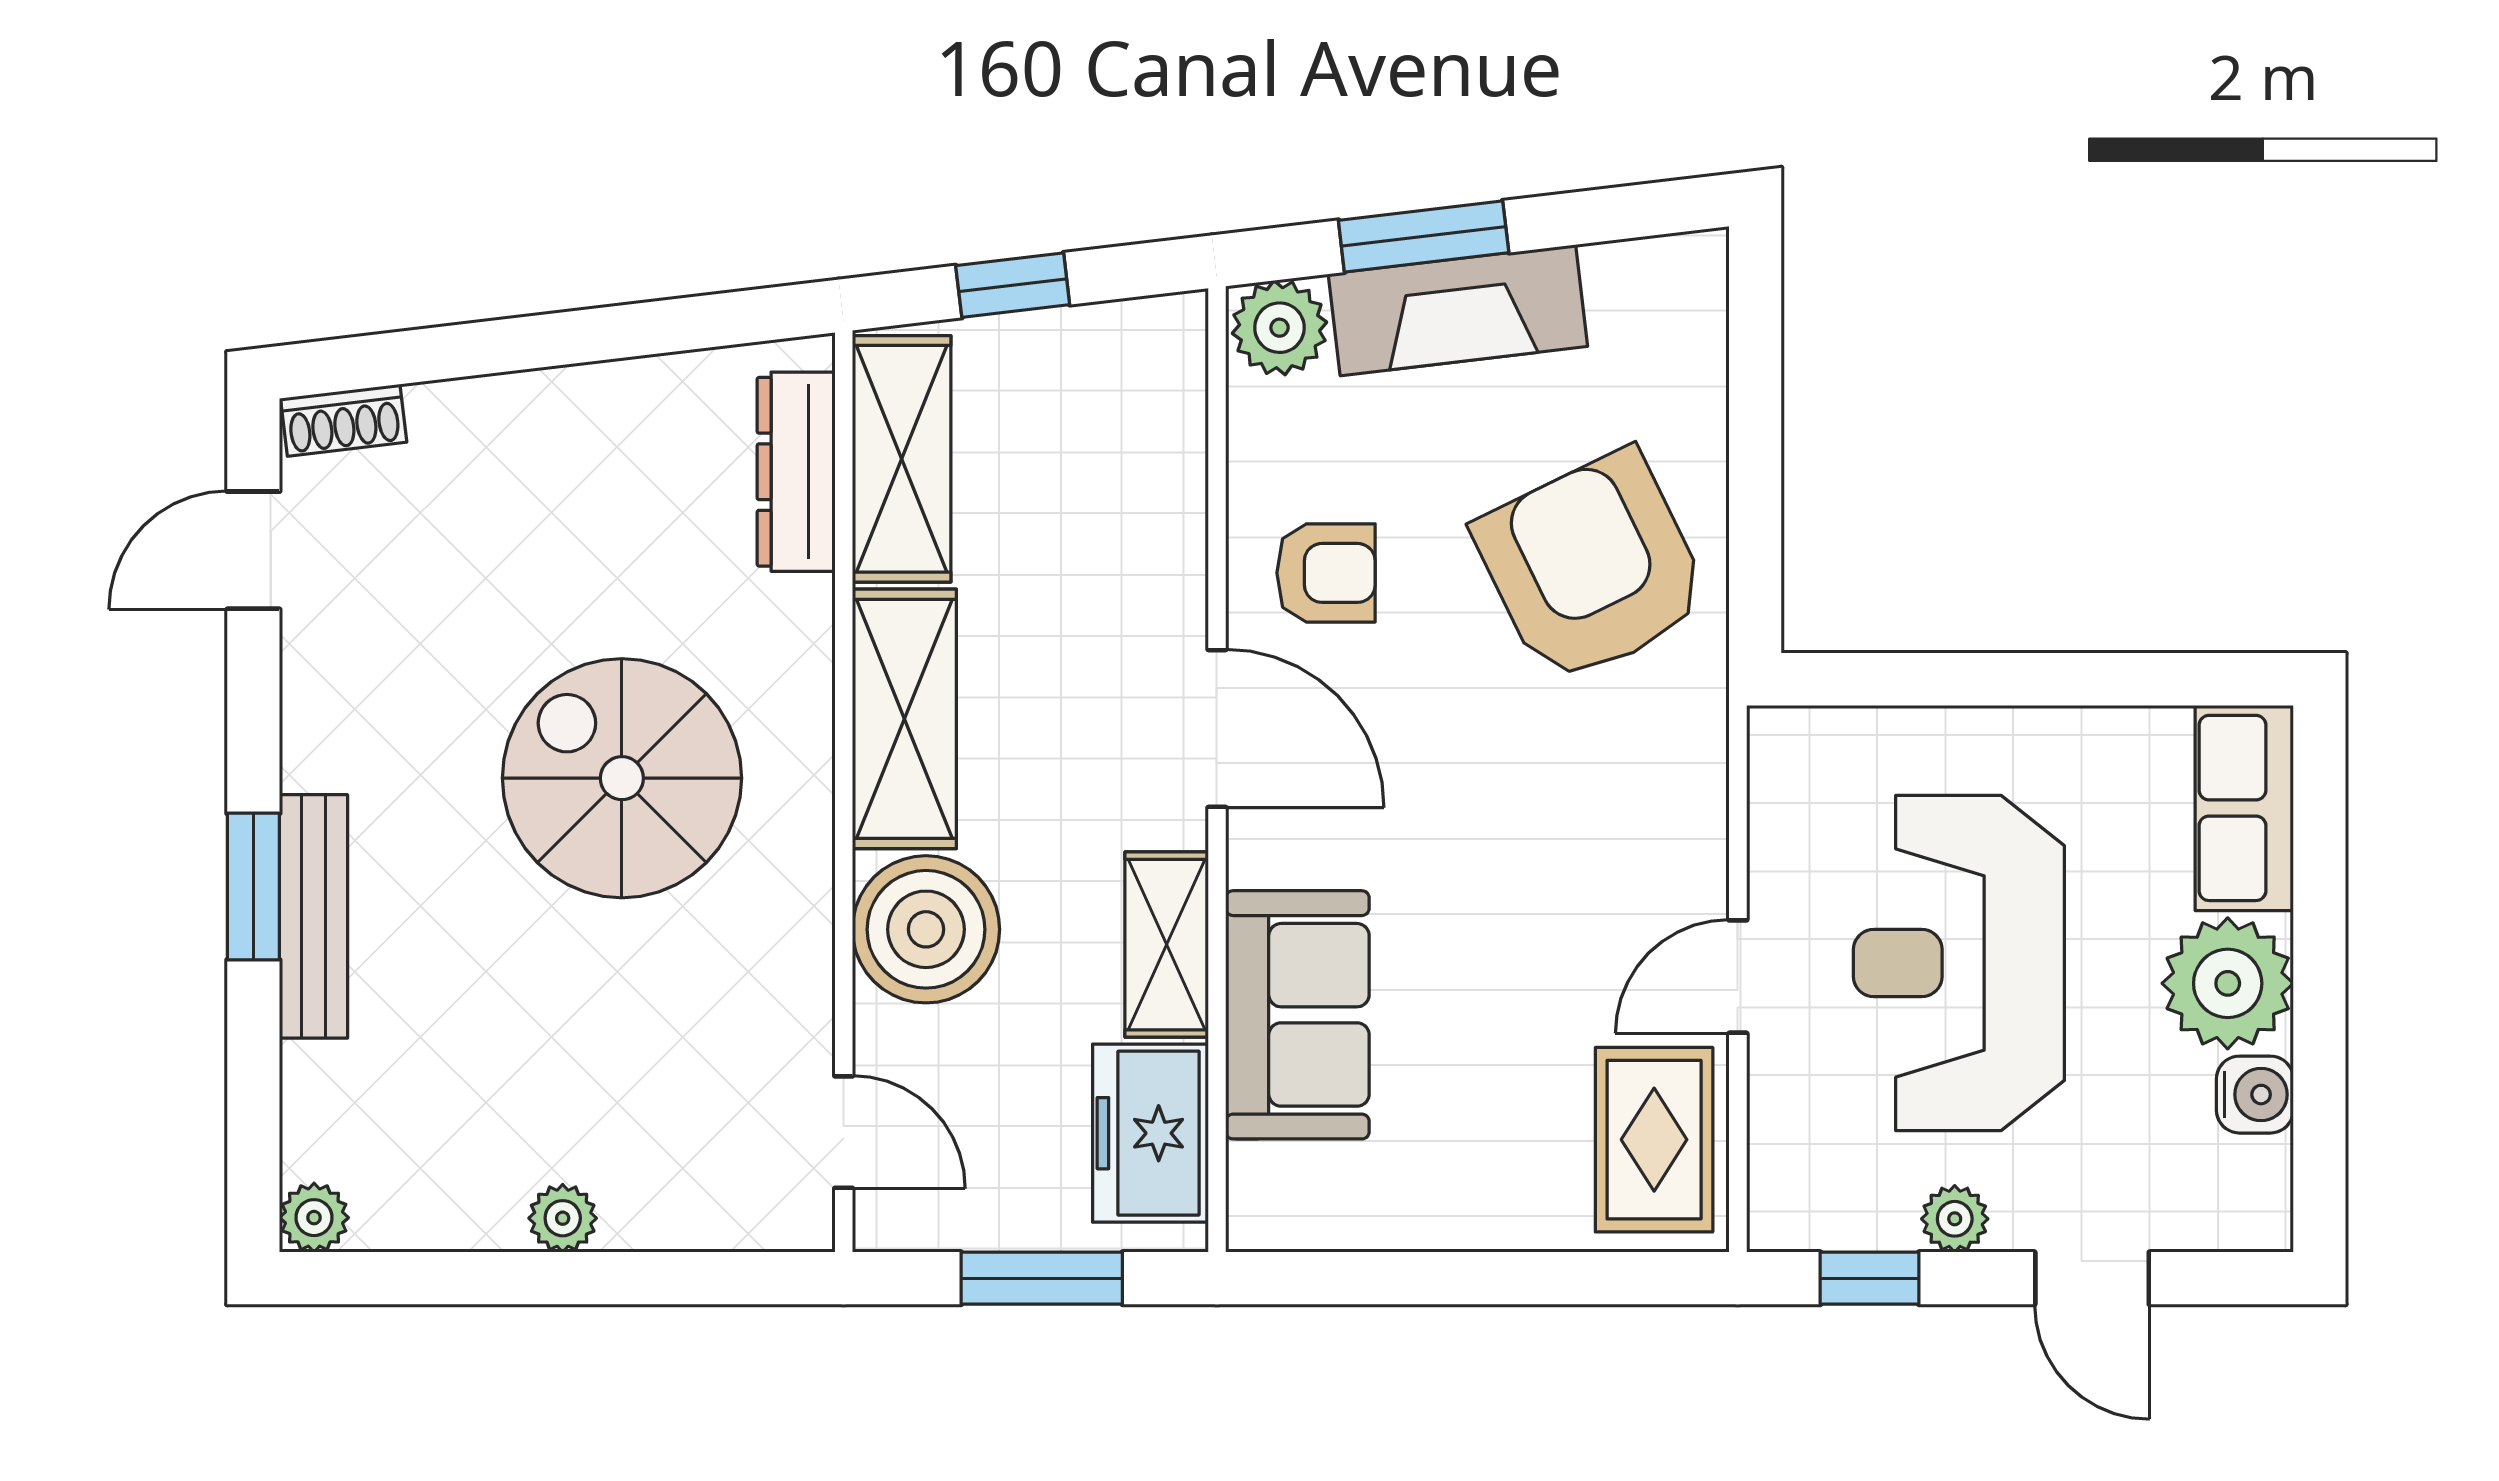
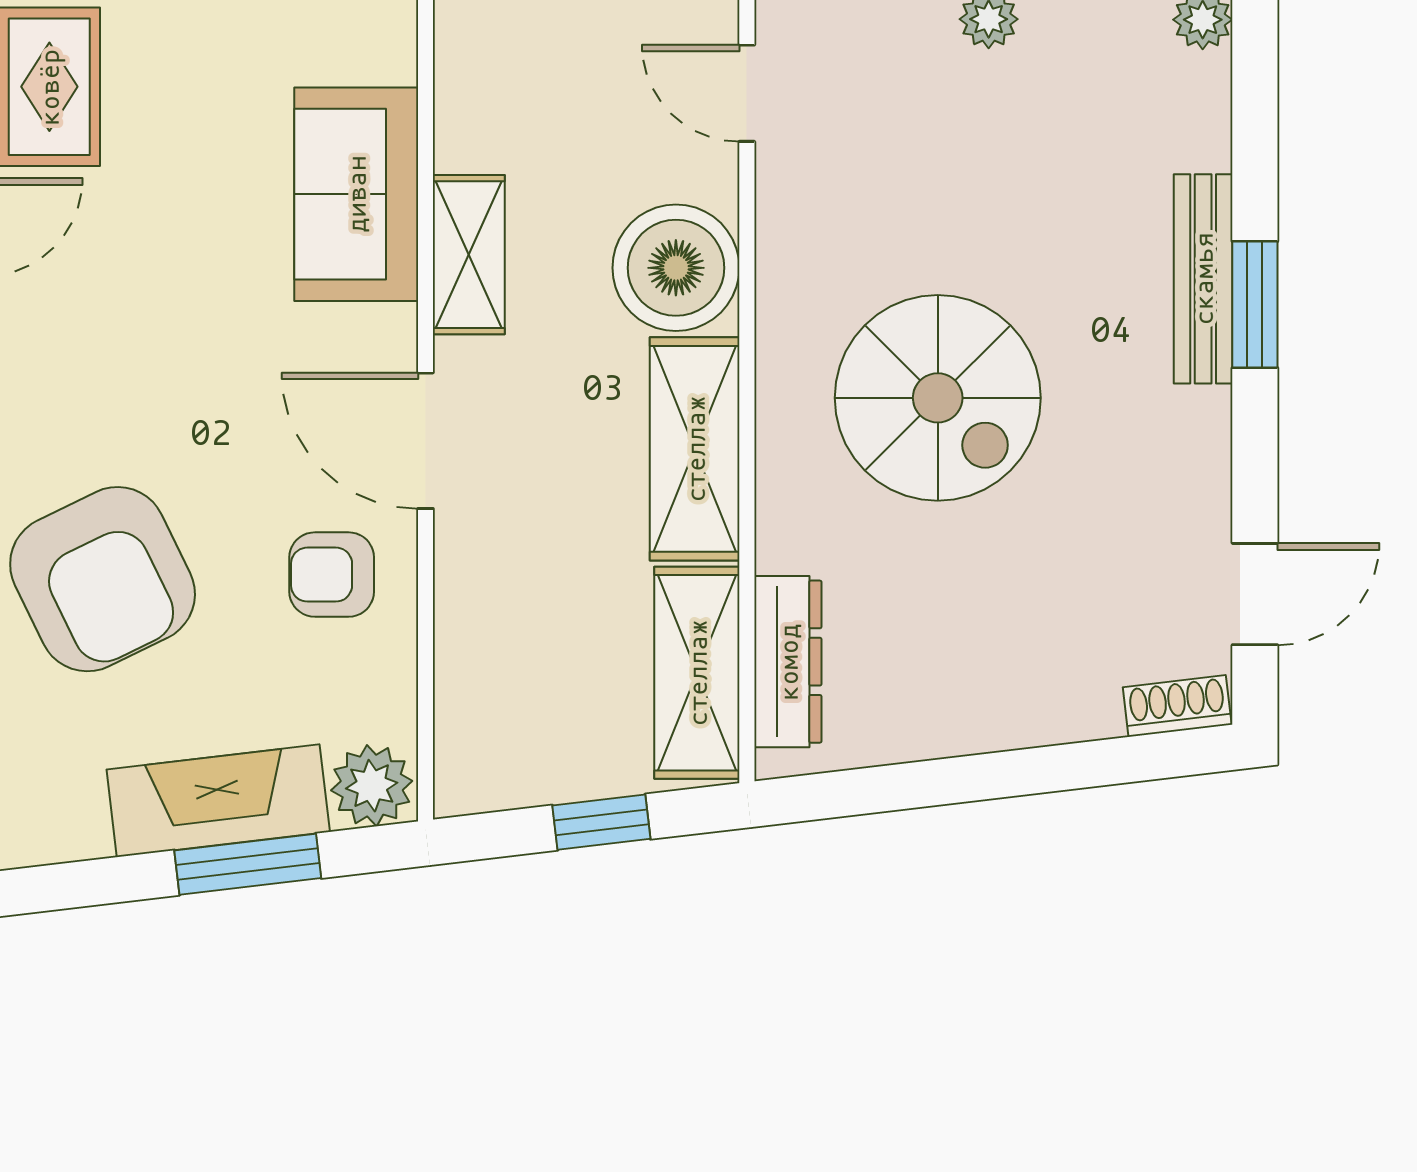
freezer: (1150, 1133) -> (483, 92), removed

